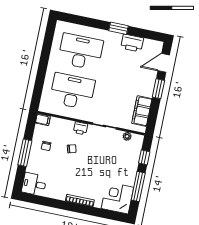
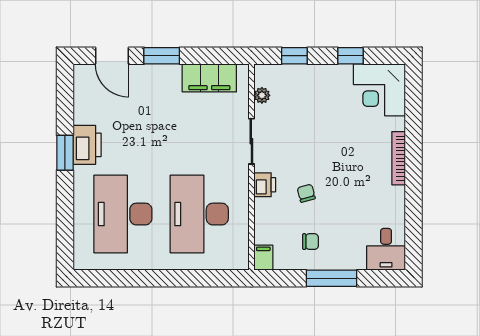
printer: (132, 43) -> (87, 145), moved
window: (138, 186) -> (350, 56), width x0.46

